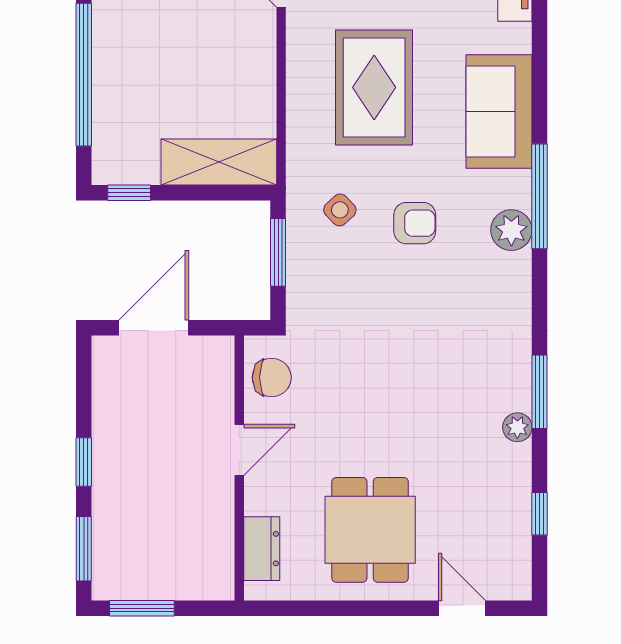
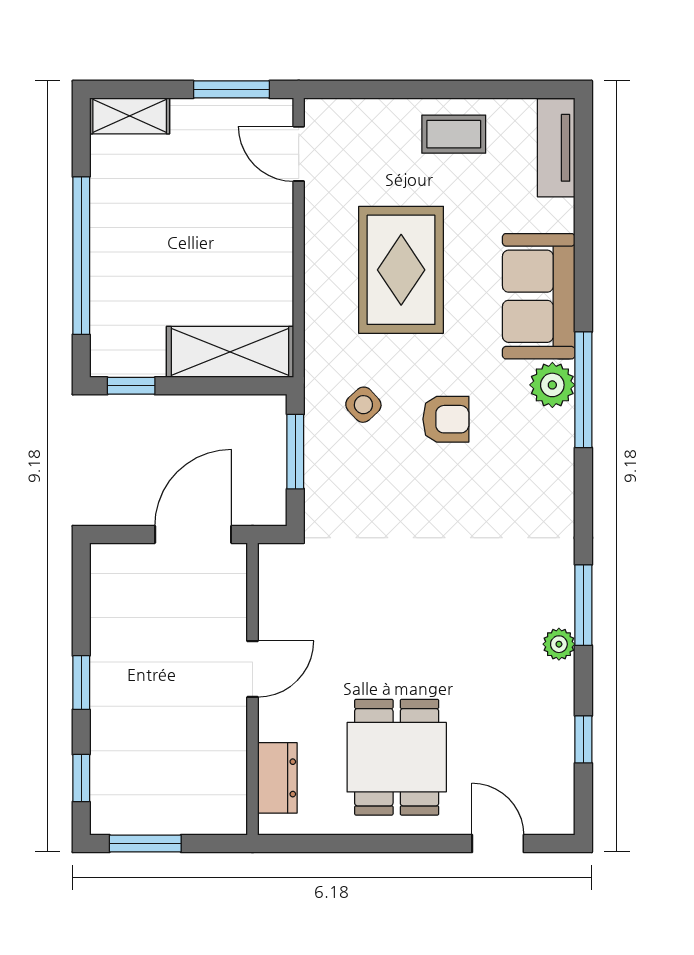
plant: (511, 230) -> (552, 385), moved
door: (154, 328) -> (193, 534), moved
chair: (272, 378) -> (288, 589), removed
window: (84, 549) -> (81, 778), width x0.67

